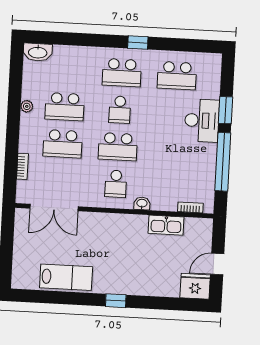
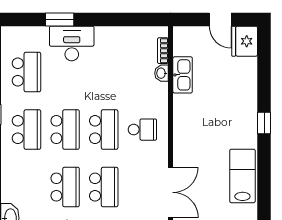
school desk: (120, 110) -> (65, 130), width x1.85
window: (223, 162) -> (113, 19), removed
washbasin: (142, 203) -> (161, 73), moved

